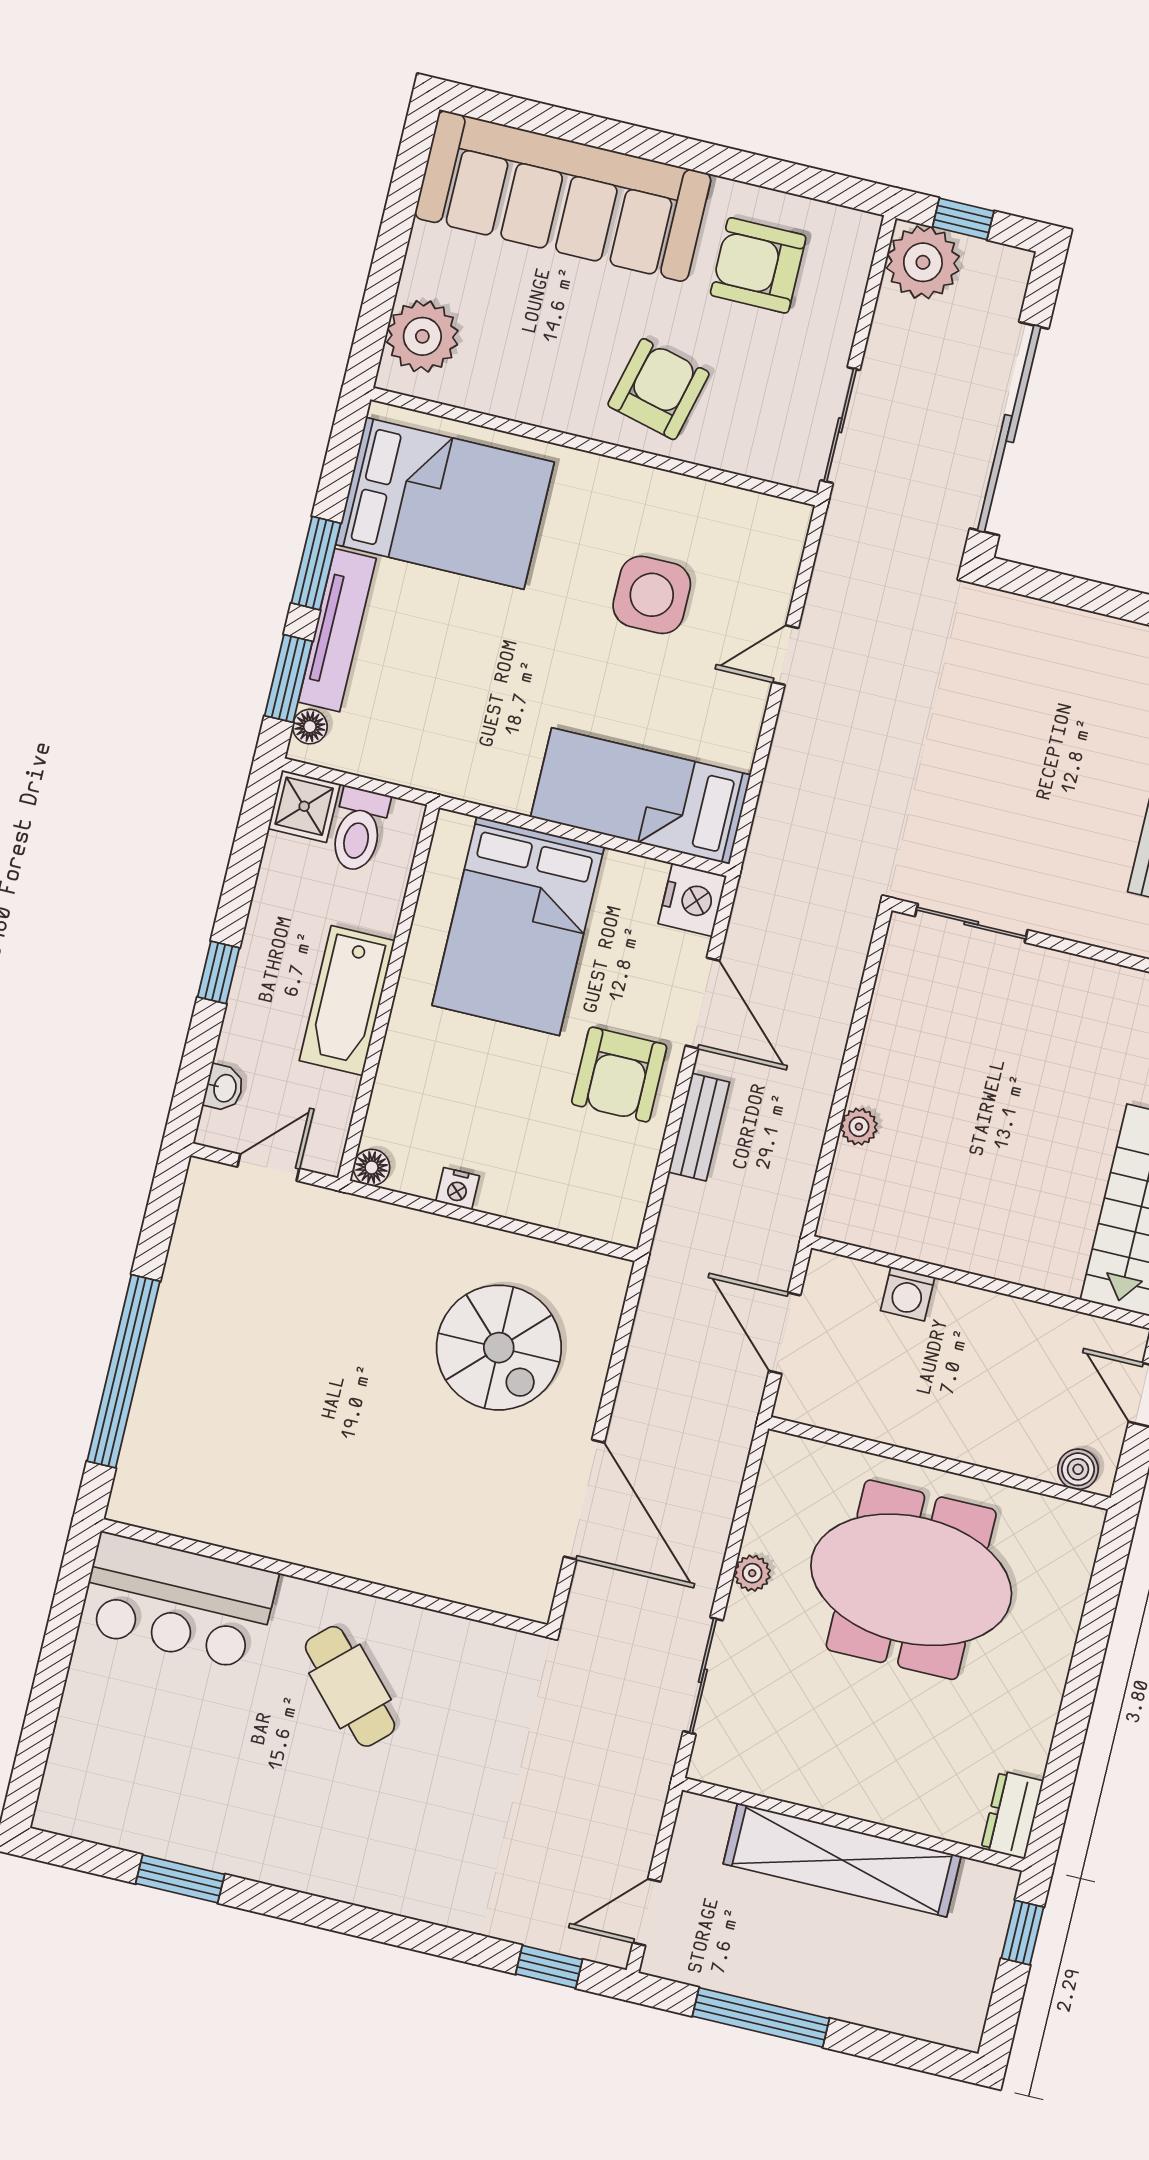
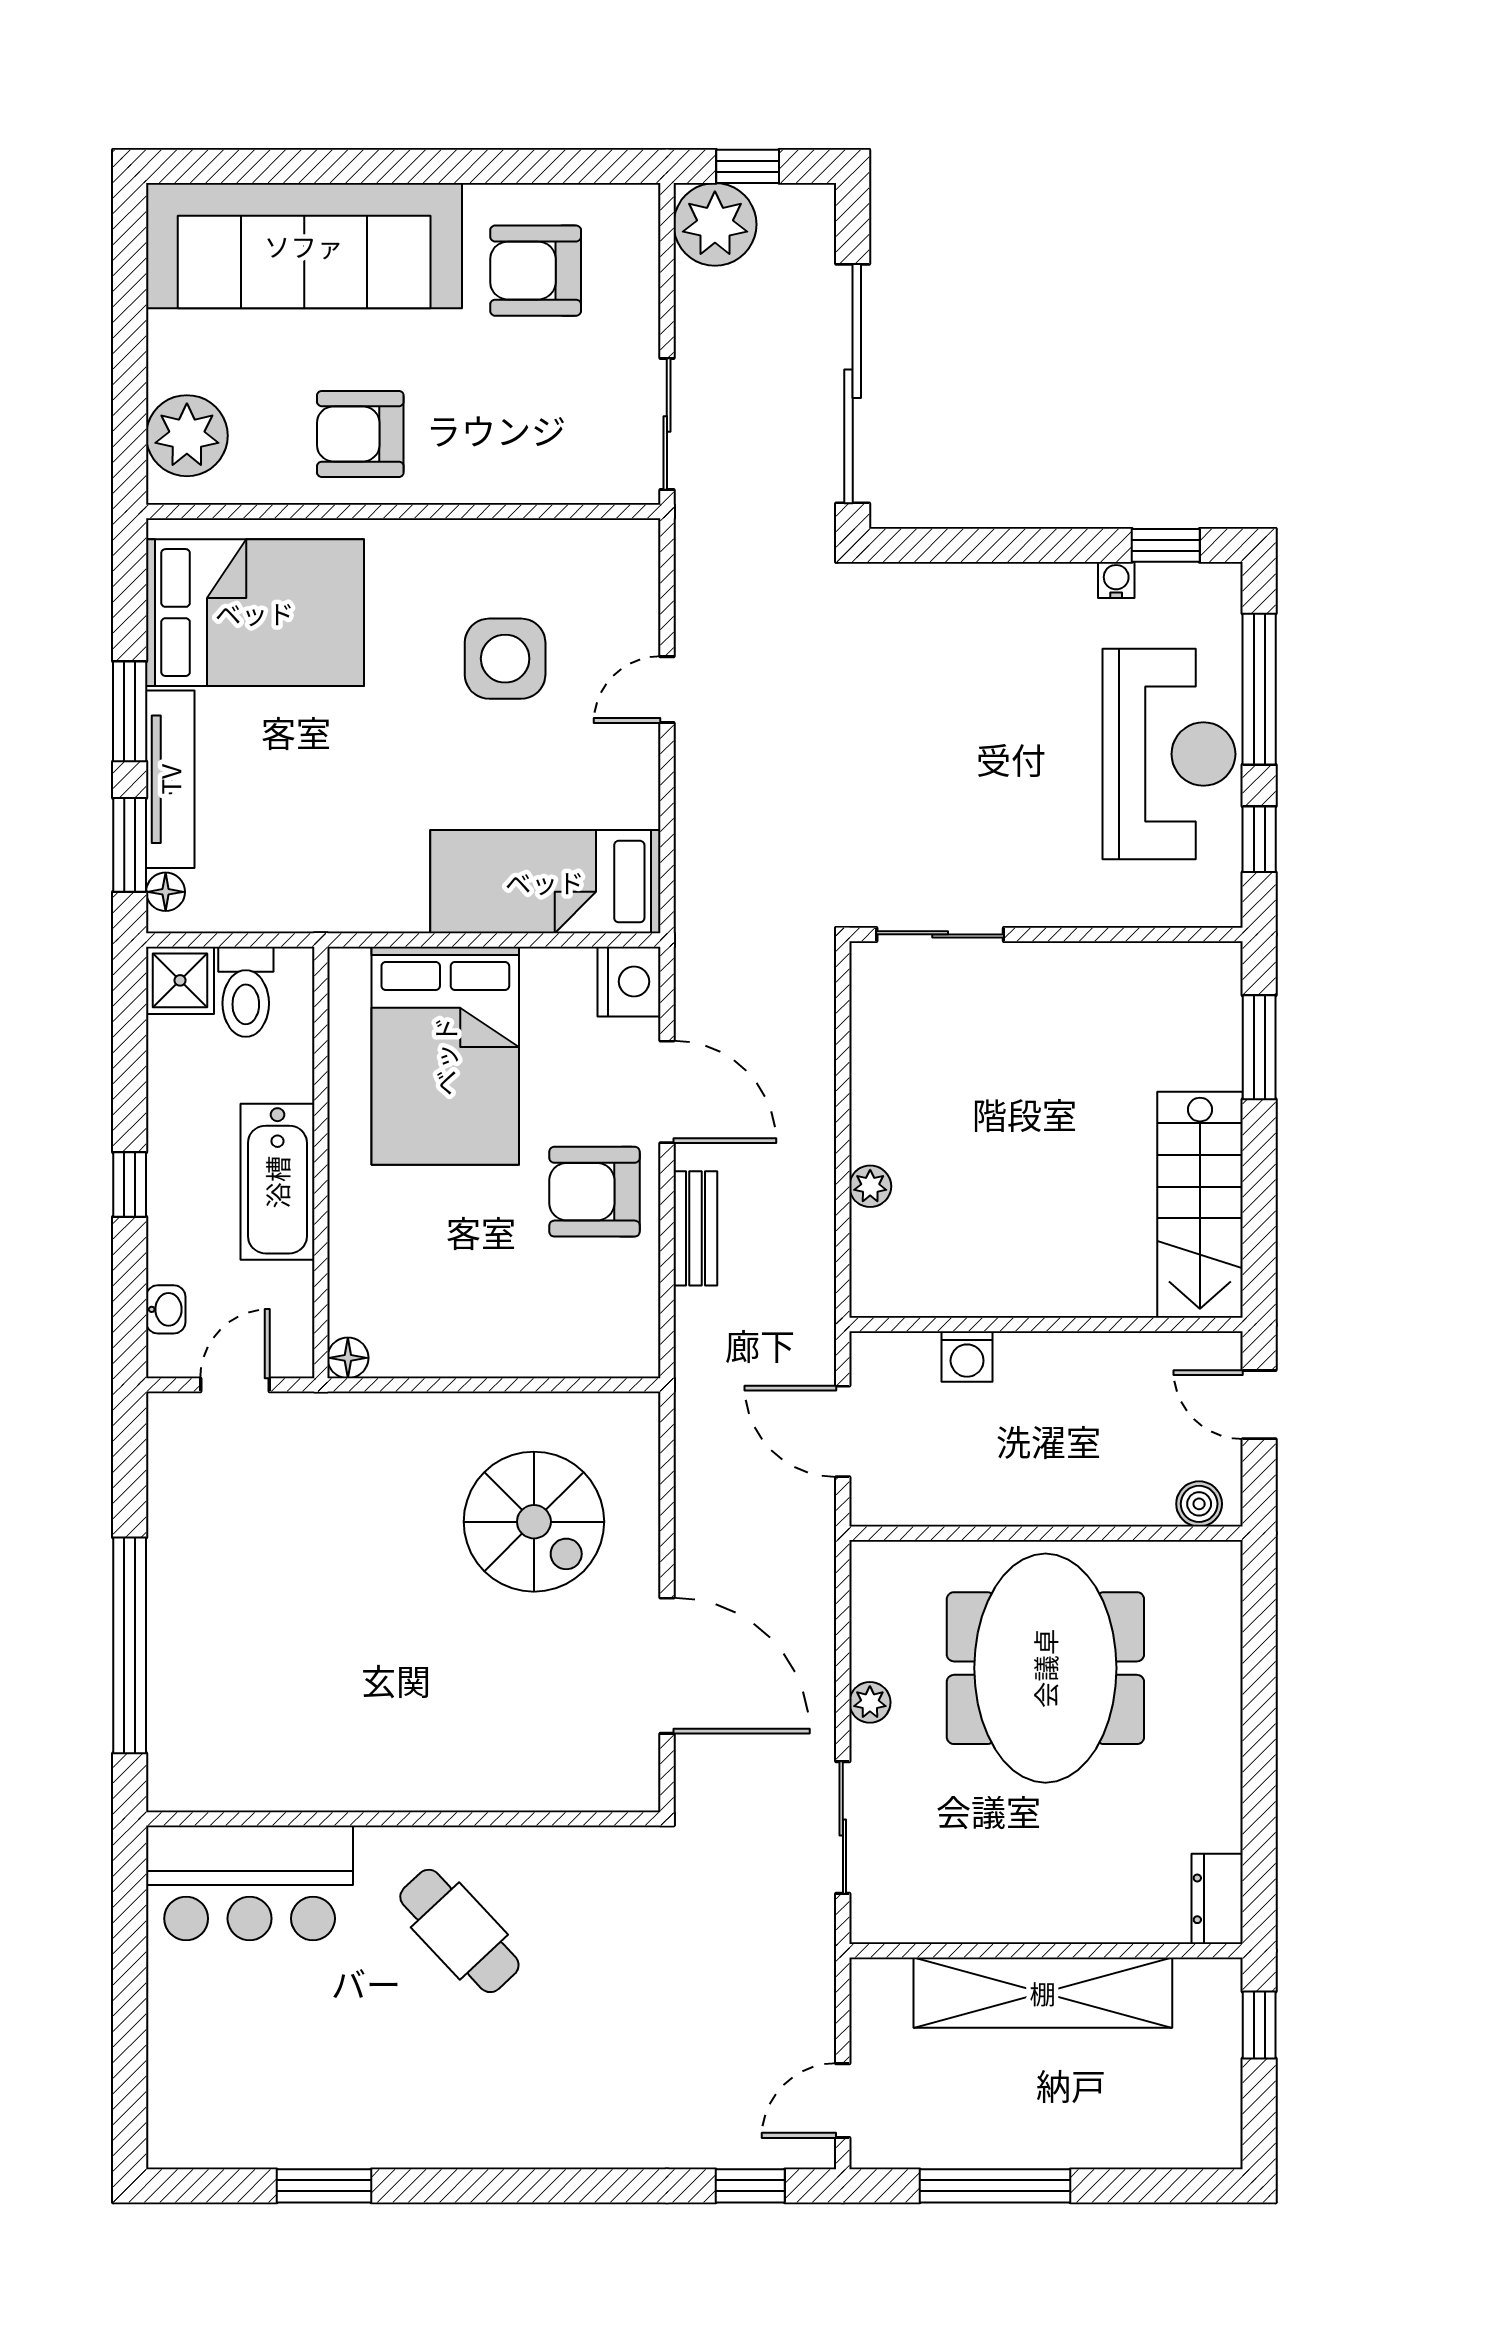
armchair: (658, 389) -> (360, 434), moved, turned -104
armchair: (619, 1075) -> (595, 1192), turned 90
nightstand: (458, 1189) -> (448, 1359), removed
meeting table: (911, 1580) -> (1045, 1668), turned 90

